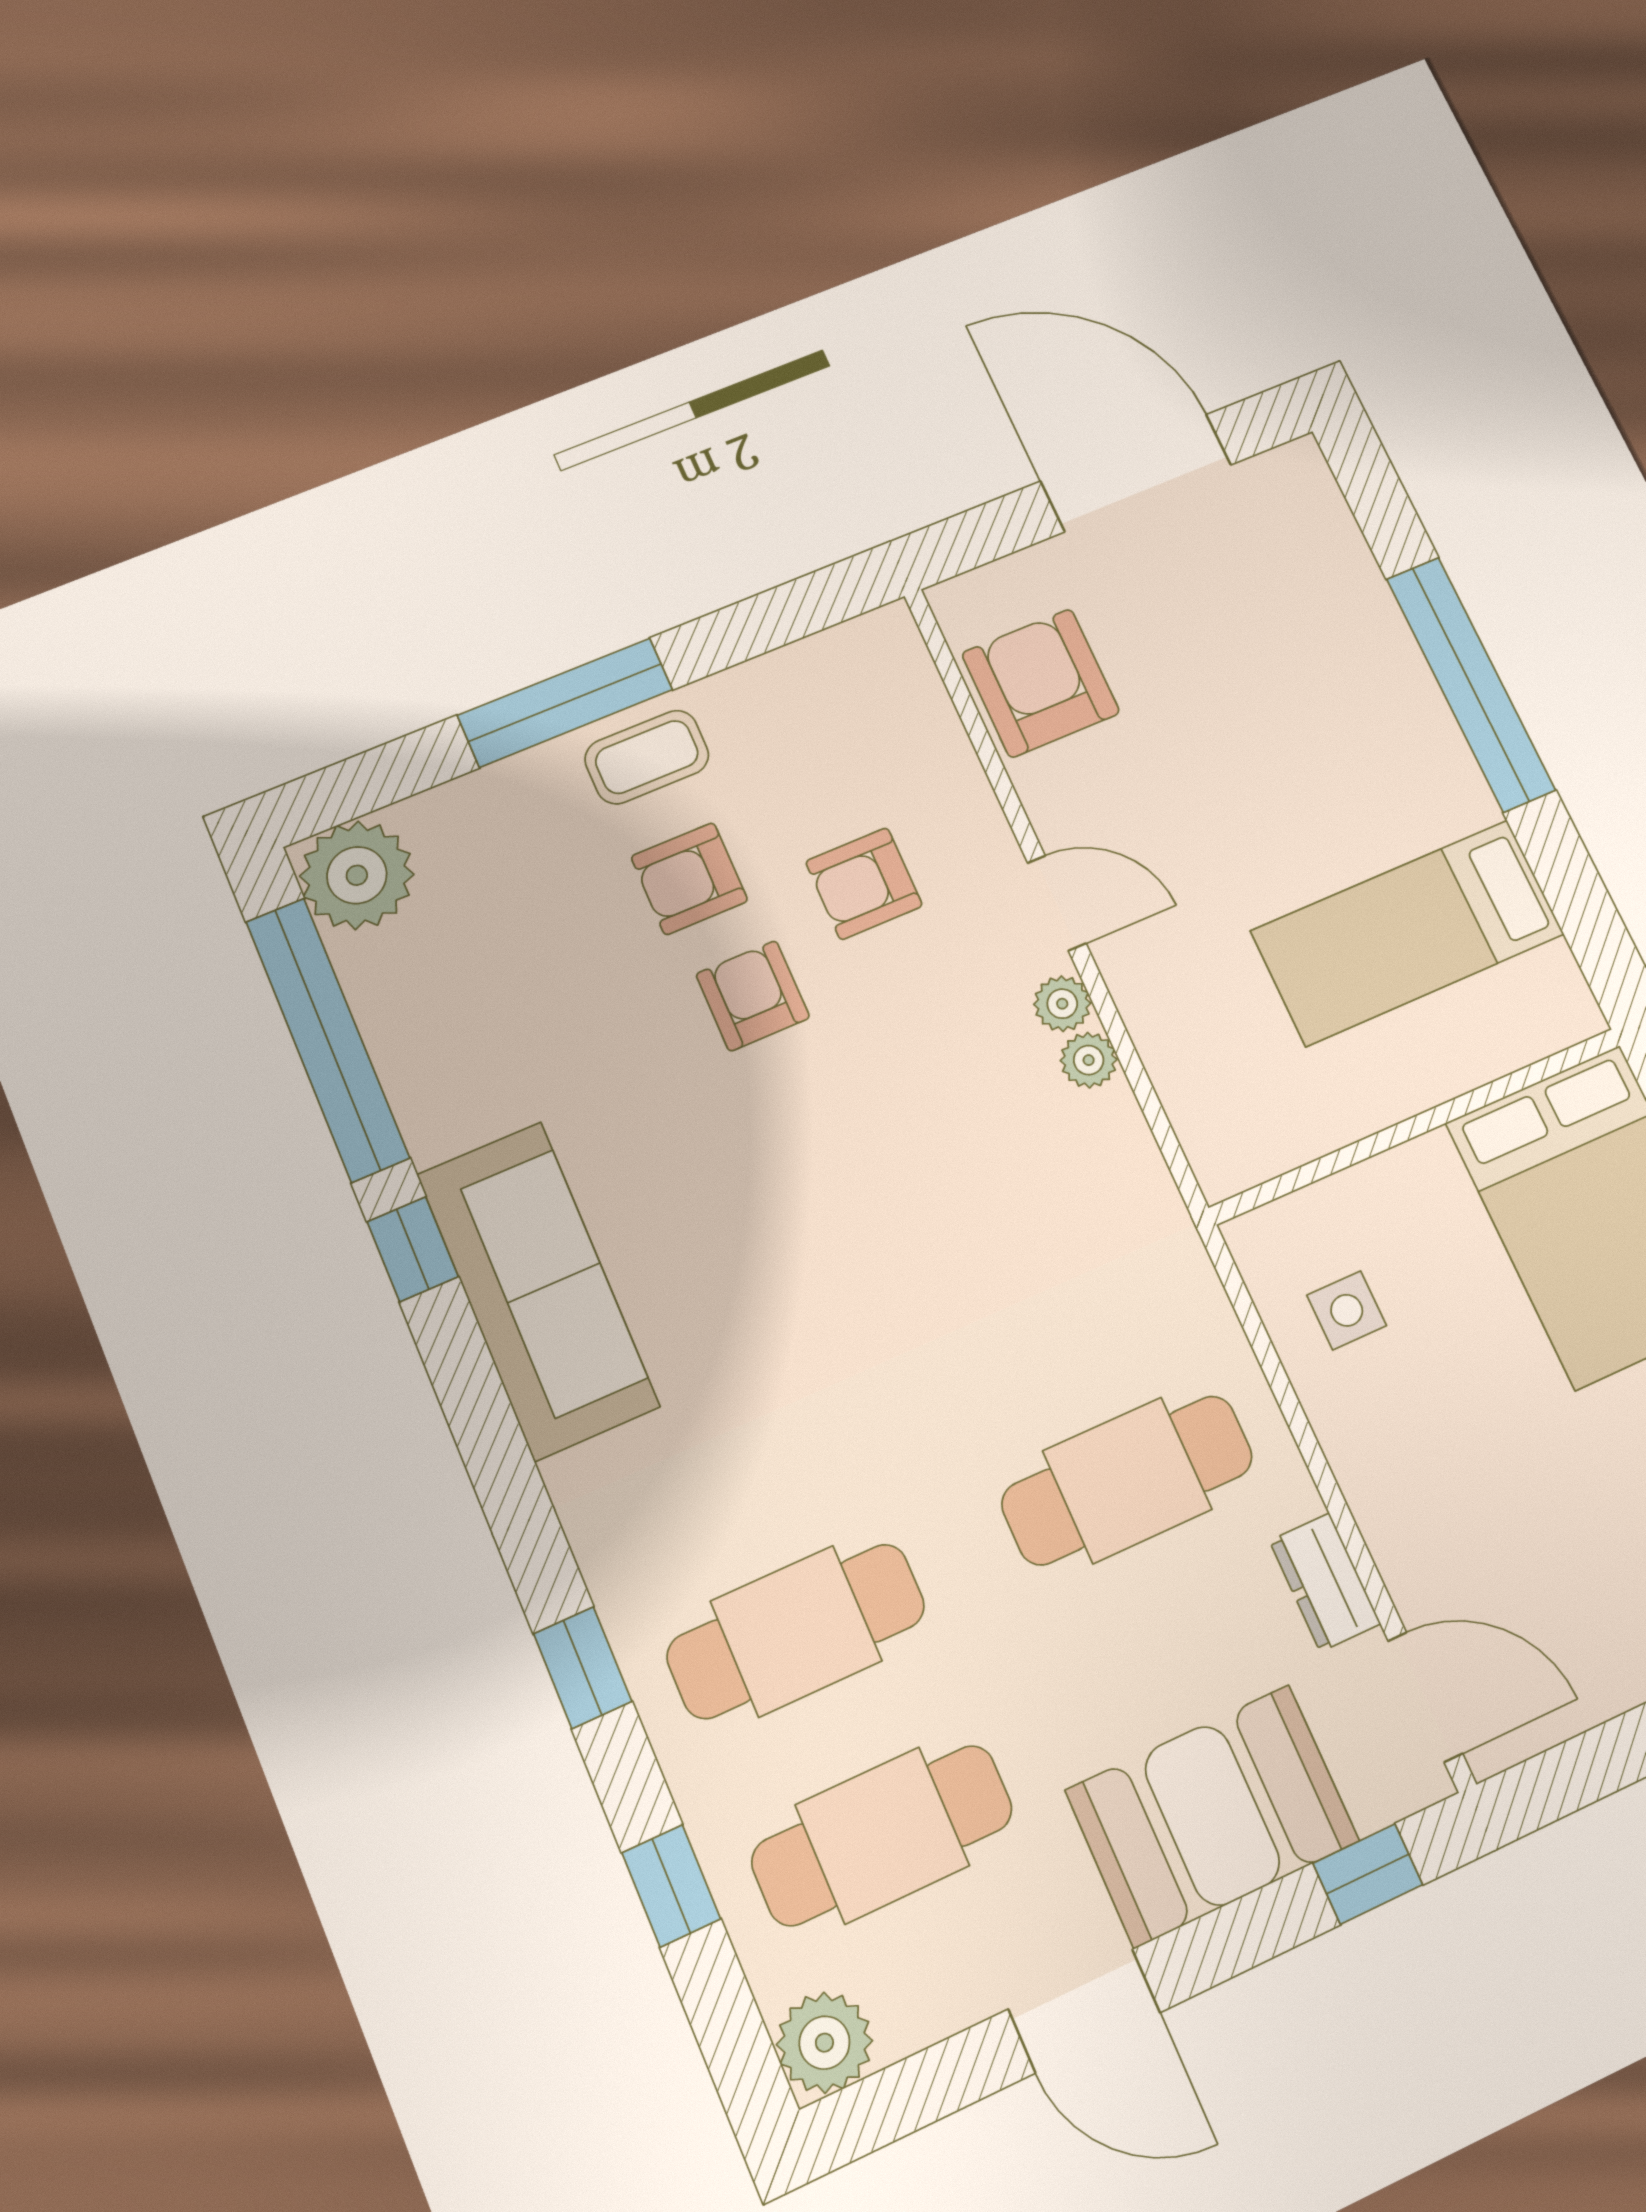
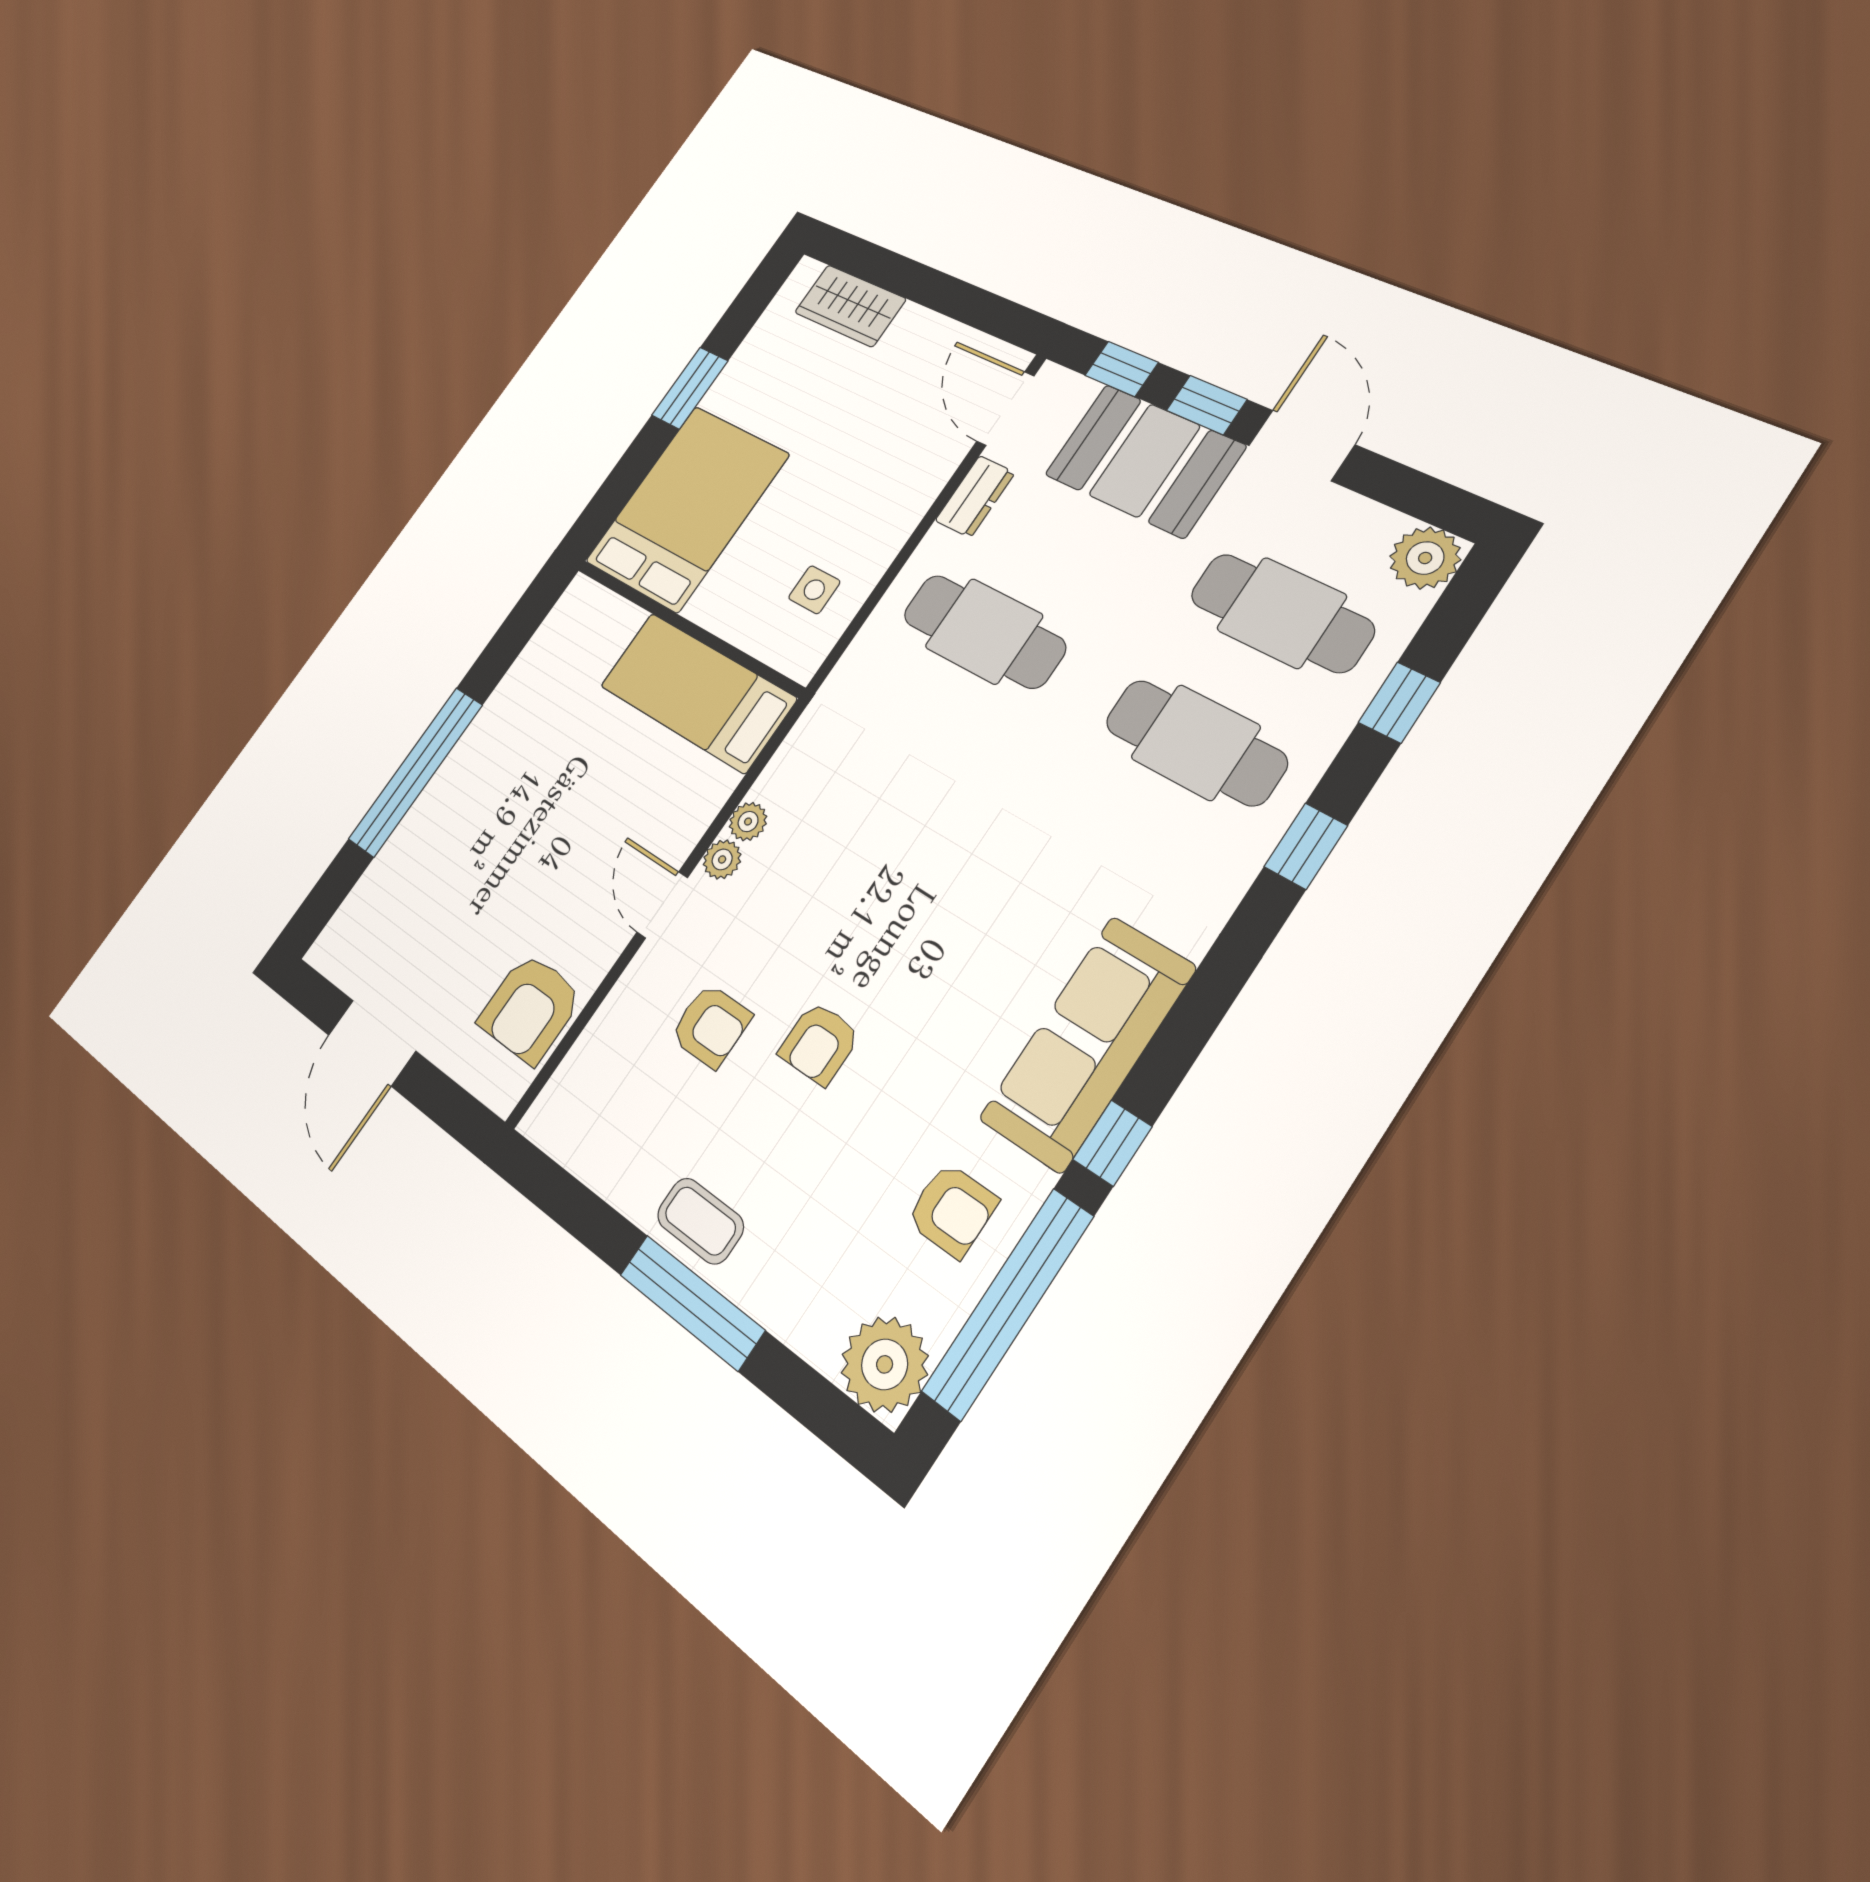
door: (1136, 473) -> (372, 1043), width x0.73
armchair: (689, 879) -> (952, 1210), moved
bed: (1408, 933) -> (697, 692), moved, turned 180
window: (1231, 1940) -> (1207, 405), added

